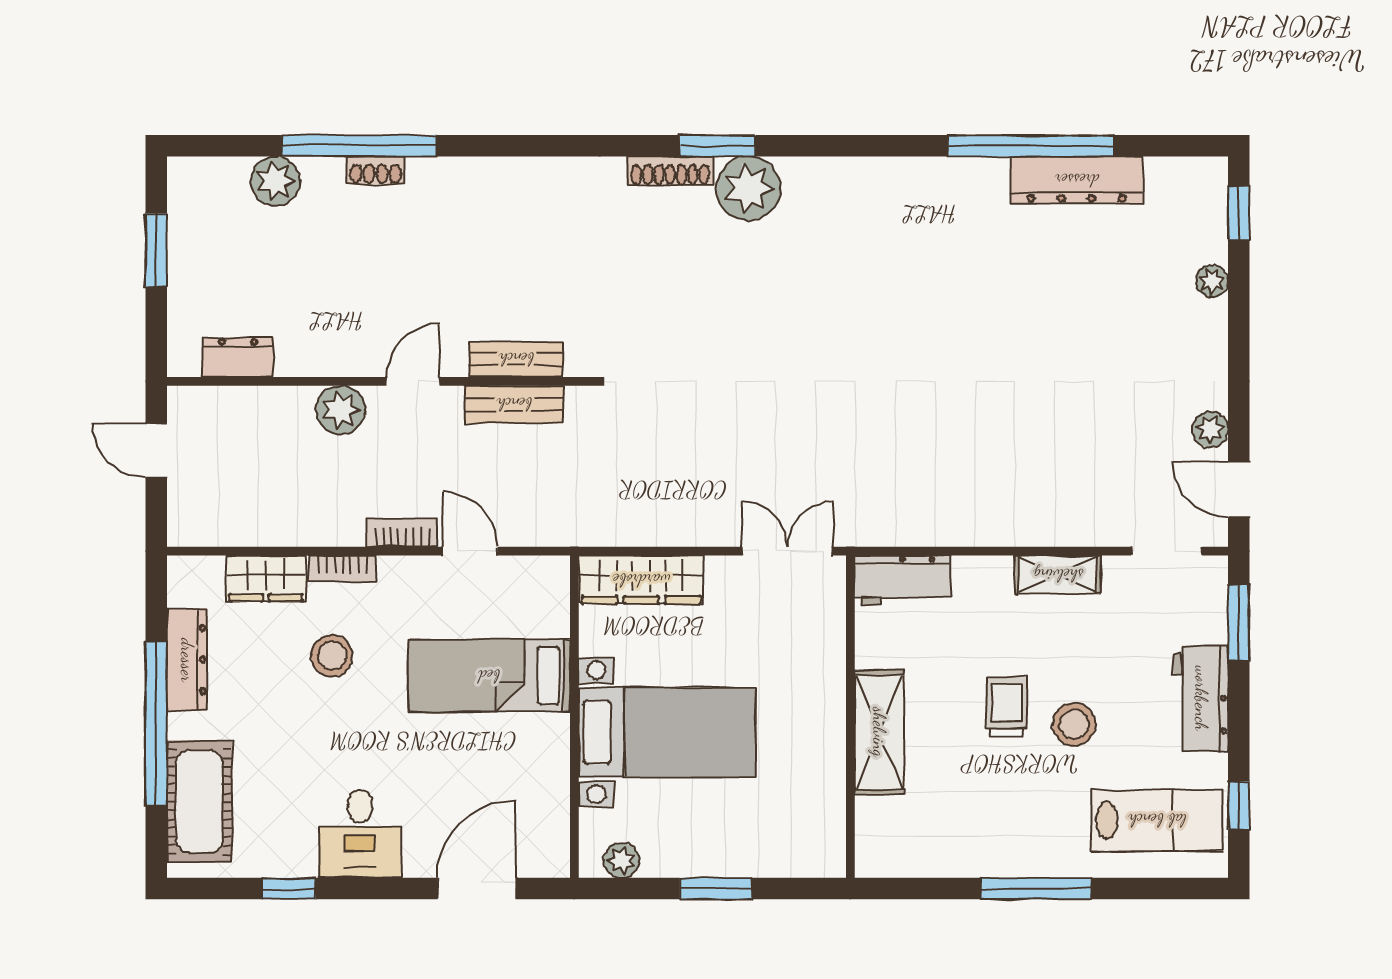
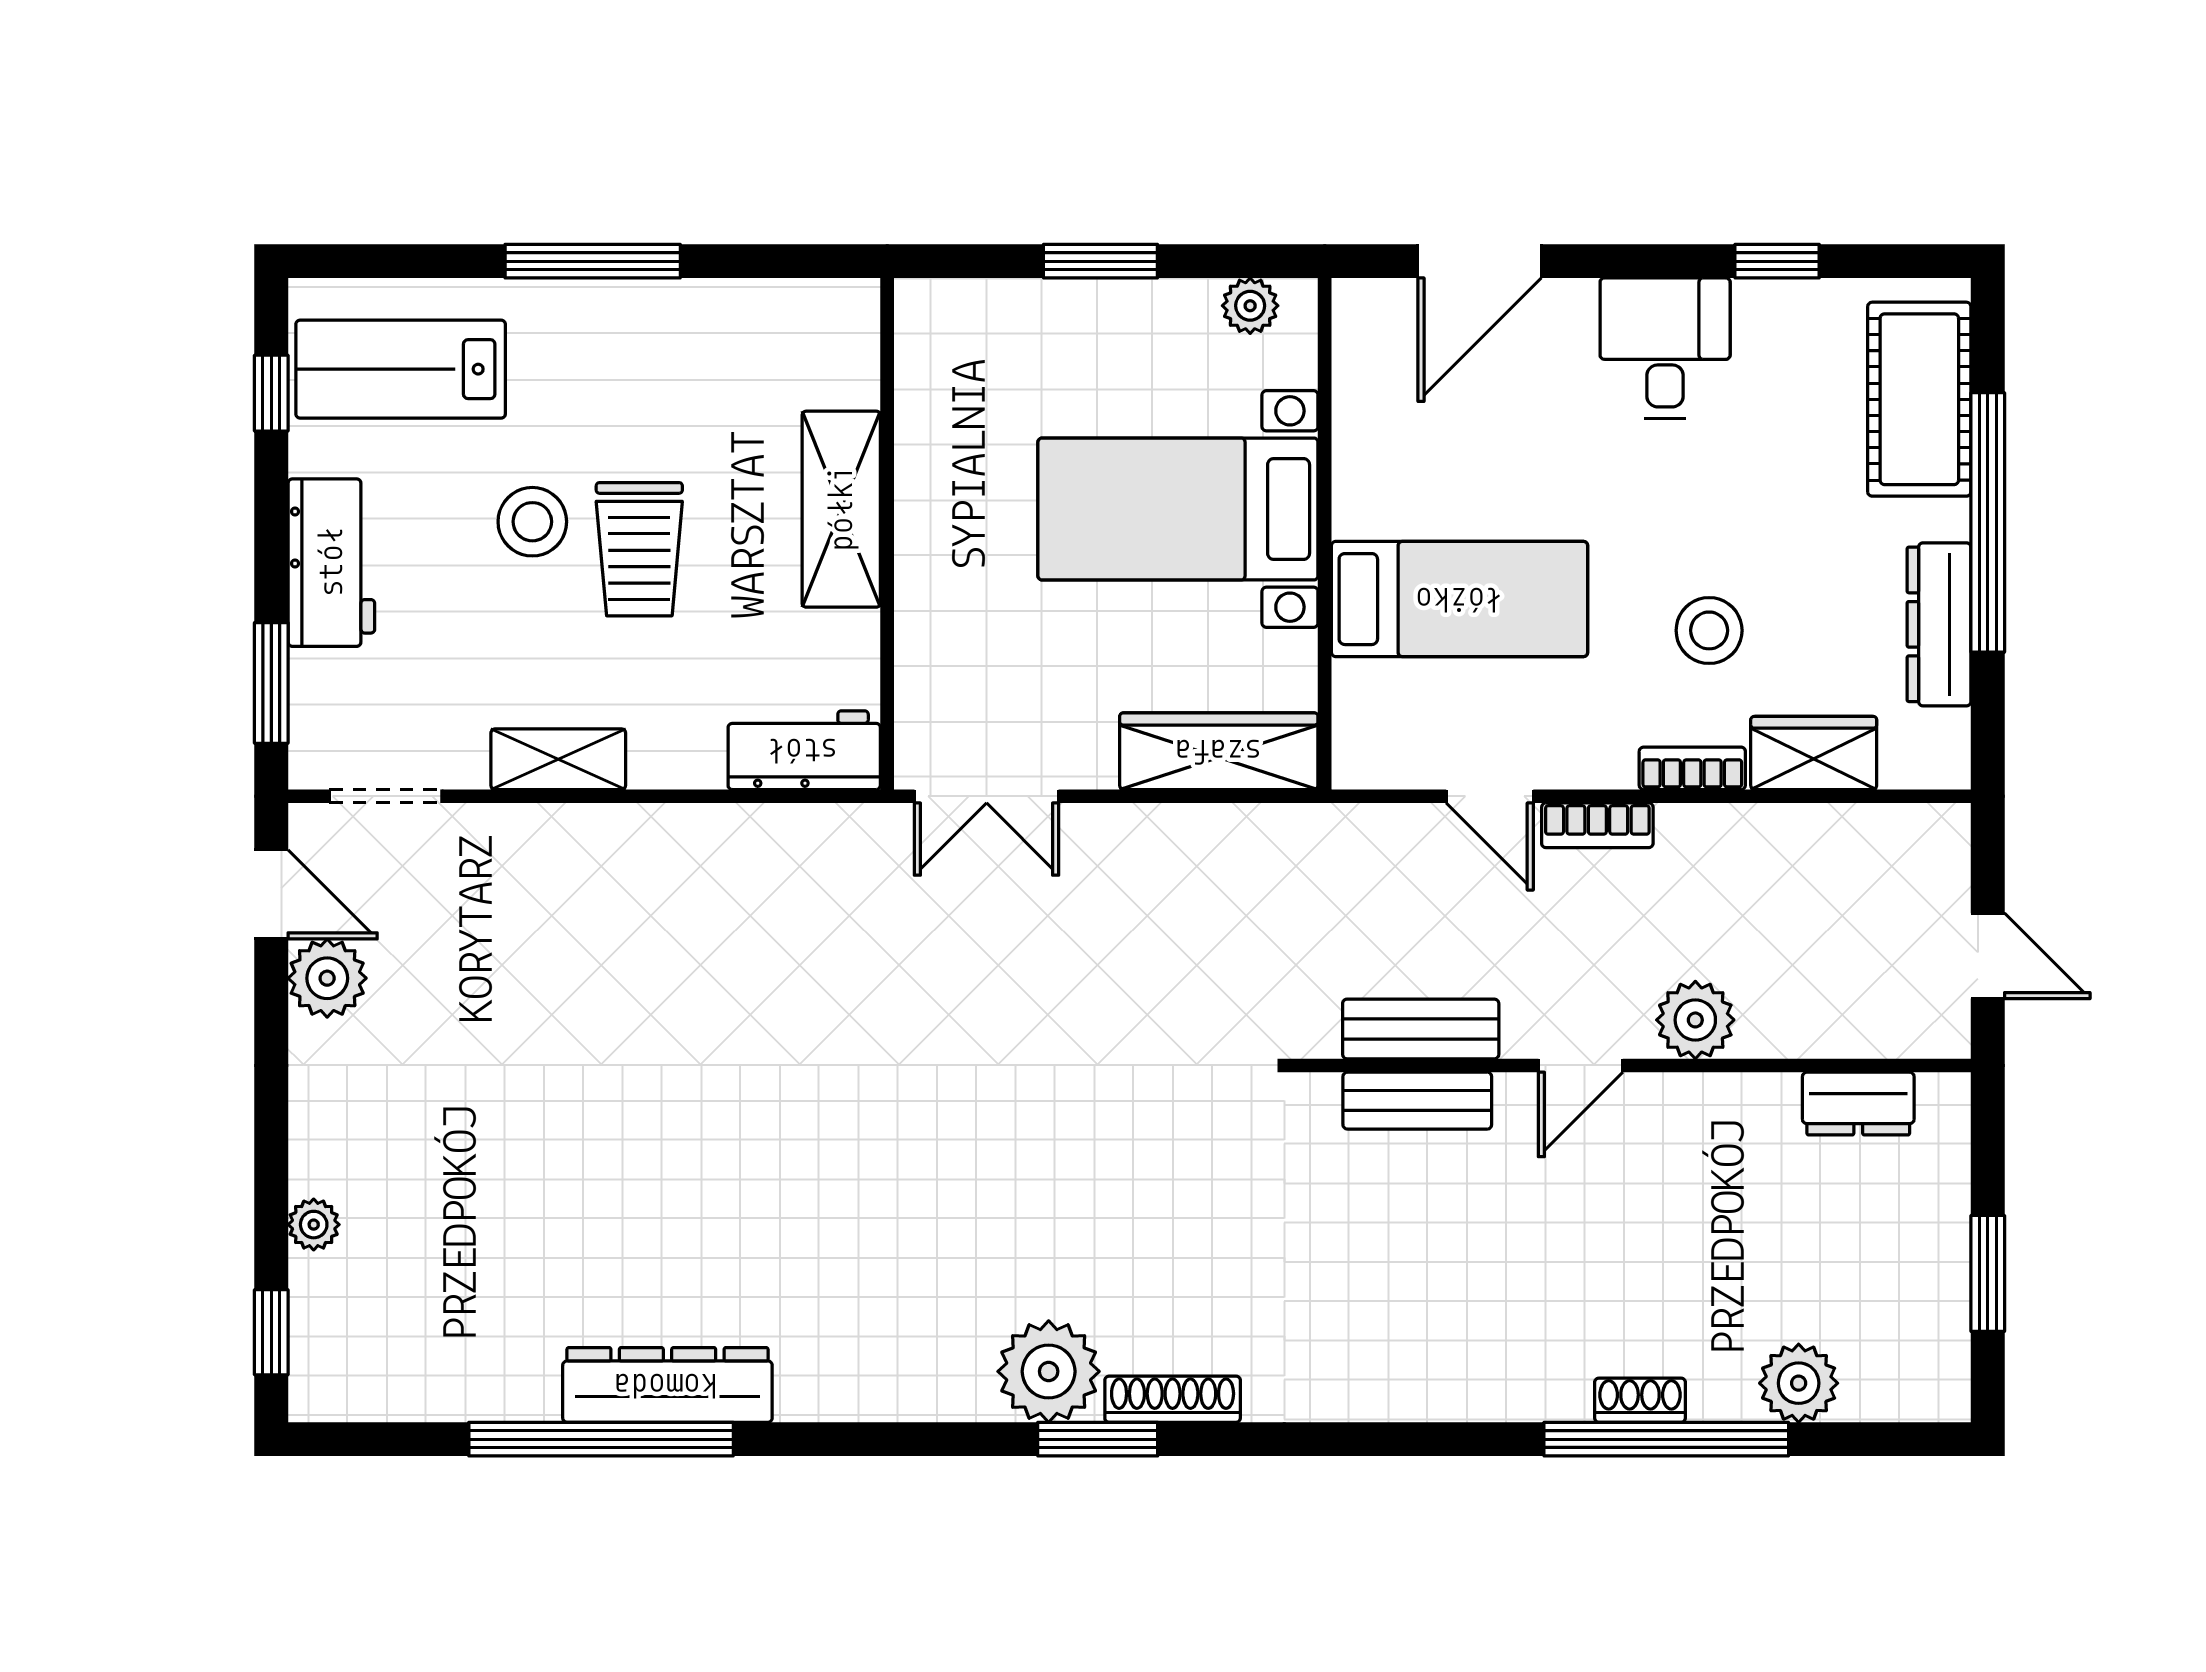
dresser: (1077, 180) -> (667, 1385), moved
plant: (1210, 430) -> (327, 978), width x1.38, depth x1.38
trolley: (1007, 707) -> (639, 549), width x1.36, depth x1.39

